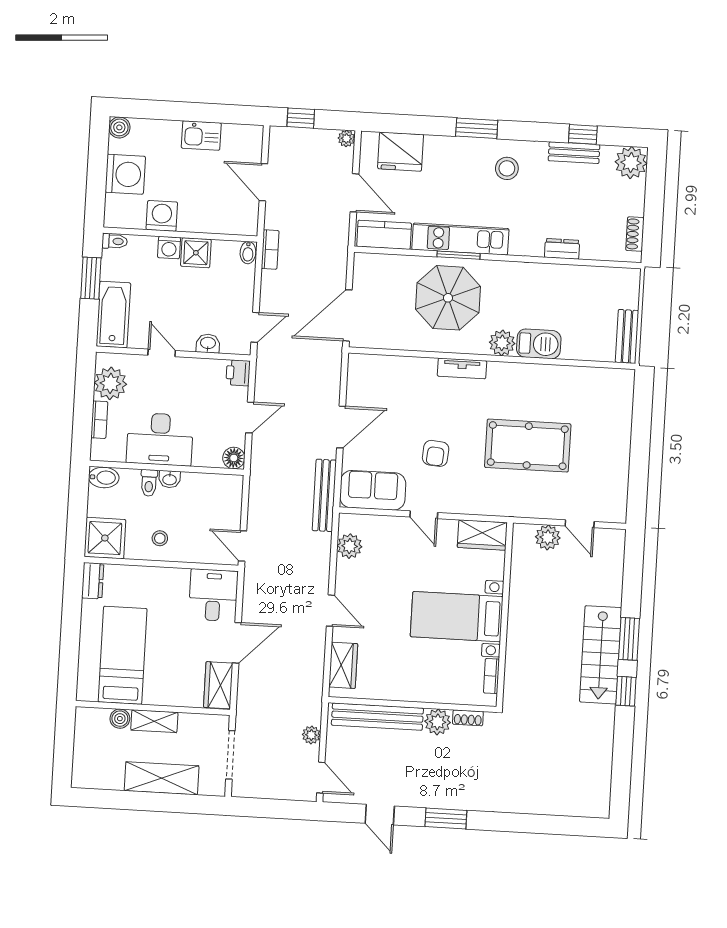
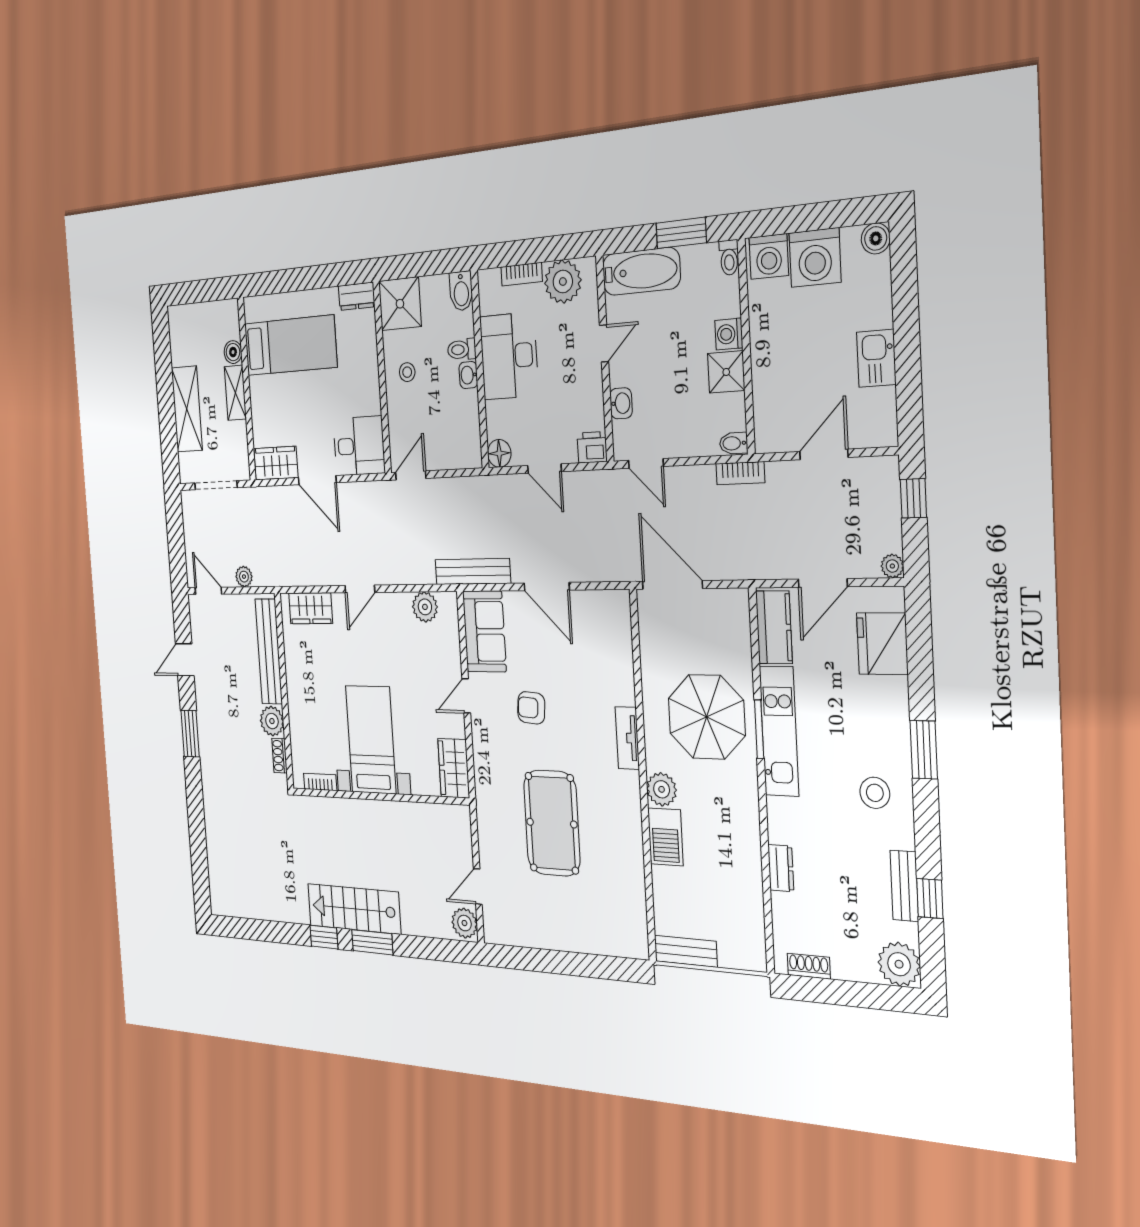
washing machine: (162, 216) -> (769, 257), moved, turned 90
plant: (548, 537) -> (464, 923), moved
door: (321, 778) -> (208, 591), swing flipped

